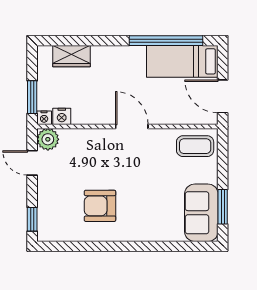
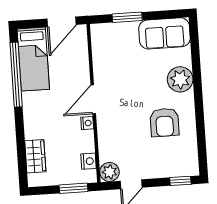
nightstand: (44, 118) -> (87, 123), moved
coffee table: (195, 146) -> (107, 43), removed
window: (223, 207) -> (127, 17), moved
plant: (148, 227) -> (180, 79), added

